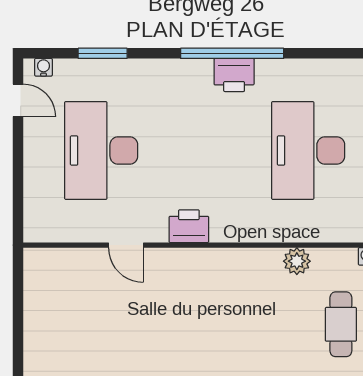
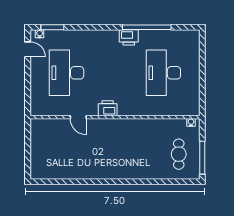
window: (103, 53) -> (52, 27), moved
window: (232, 53) -> (147, 27), moved
plant: (297, 261) -> (158, 125), removed

